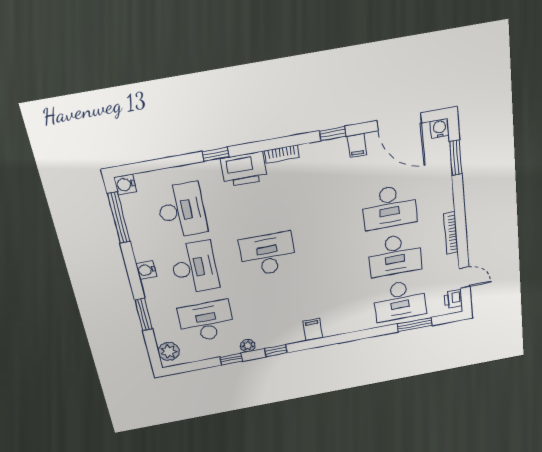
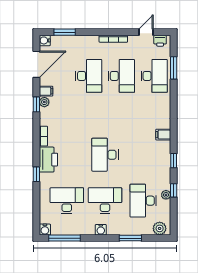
plant: (338, 146) -> (44, 102), added
plant: (248, 346) -> (166, 195), moved

